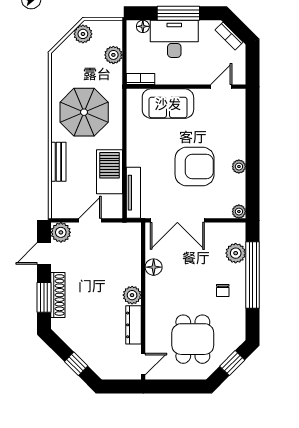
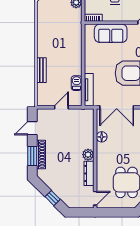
parasol: (84, 112) -> (58, 39), removed
barbecue: (110, 172) -> (77, 83), width x0.53, depth x0.65
plant: (61, 232) -> (43, 115), removed

